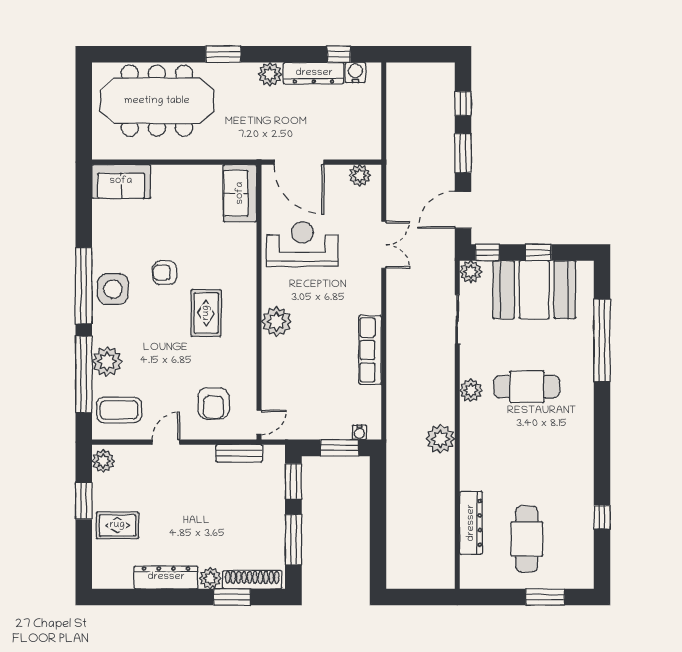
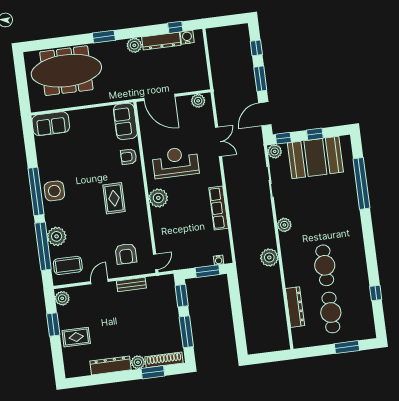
reception desk: (302, 244) -> (175, 162), moved
armchair: (165, 273) -> (129, 157), moved
cafe table: (527, 387) -> (325, 265), moved, turned 90
bench: (239, 453) -> (131, 285), moved

